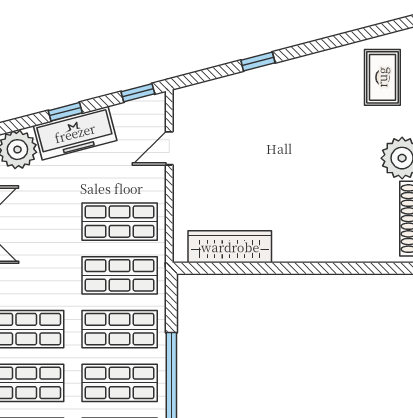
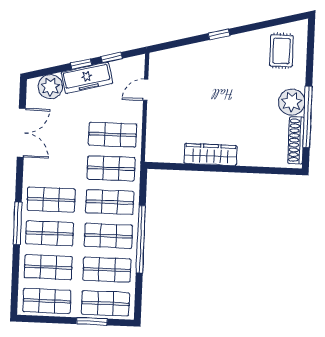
window: (258, 61) -> (219, 34), moved
window: (138, 93) -> (112, 58), moved
wardrobe: (230, 247) -> (211, 155), moved

